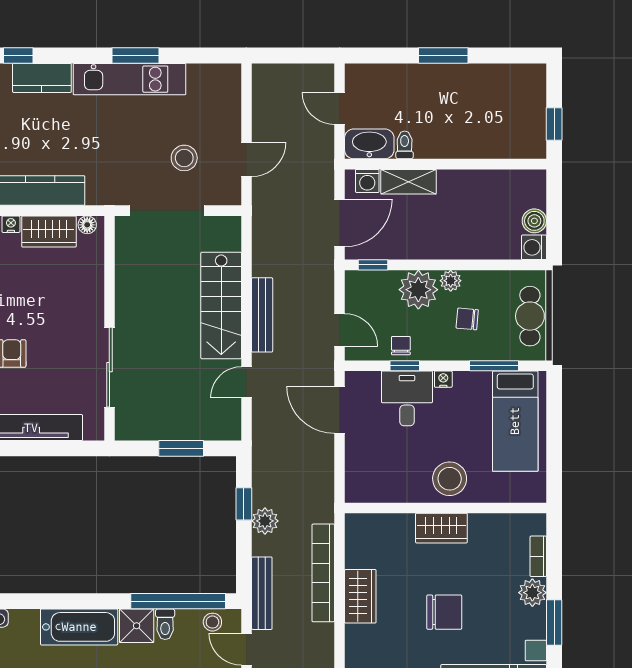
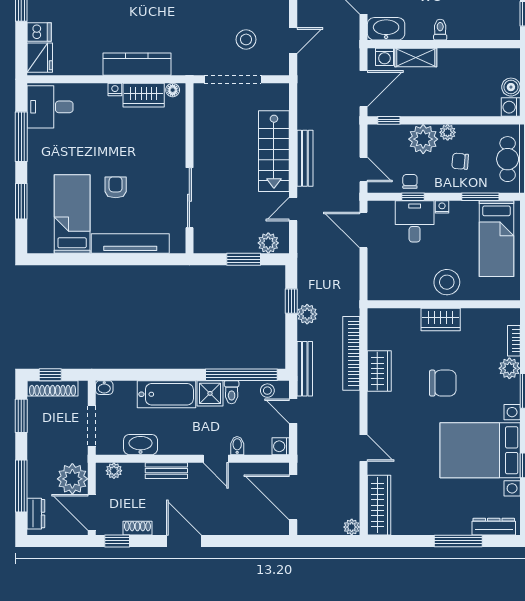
toilet: (405, 145) -> (440, 30), moved
plant: (214, 427) -> (268, 243), added

